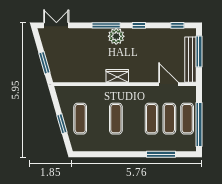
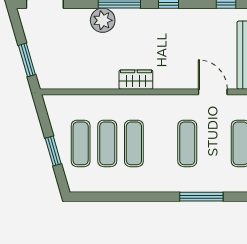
plant: (116, 36) -> (103, 20), moved
exercise mat: (169, 119) -> (107, 143), moved

